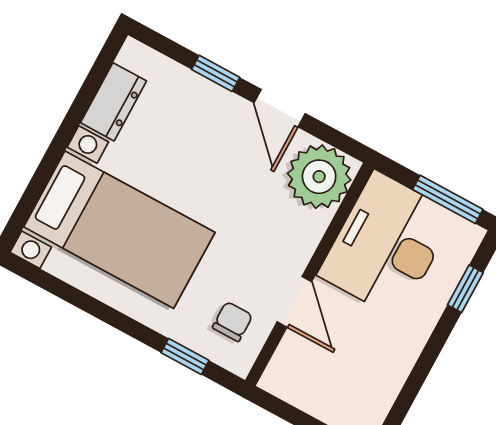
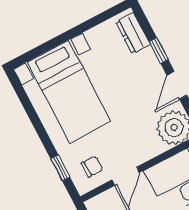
dresser: (113, 102) -> (133, 33), moved, turned 90

